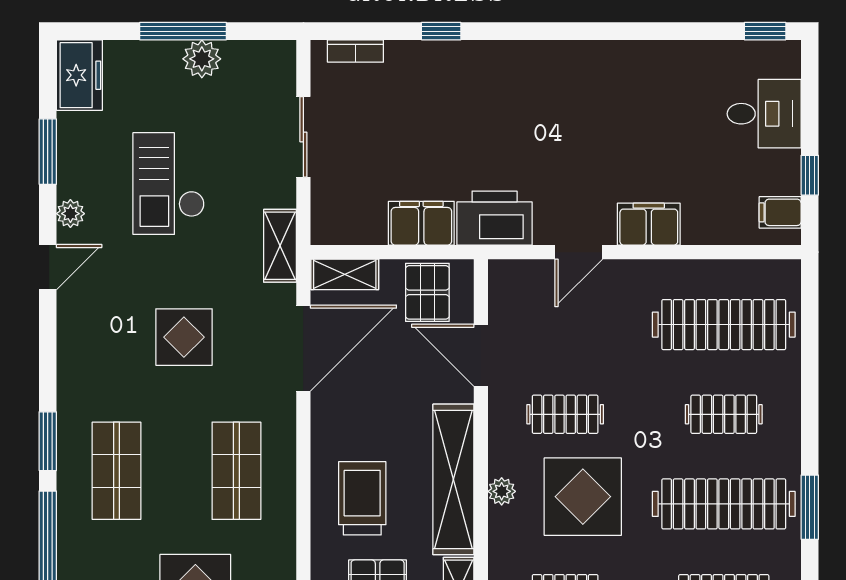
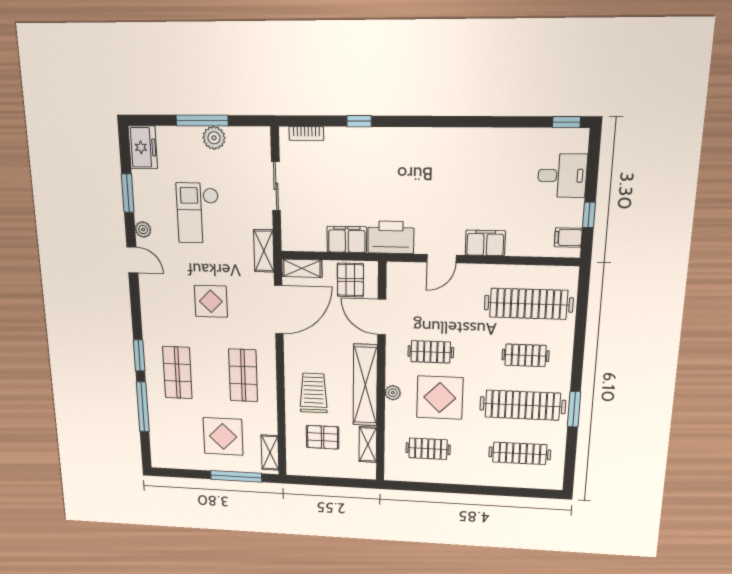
door: (48, 267) -> (132, 260), hinge flipped

